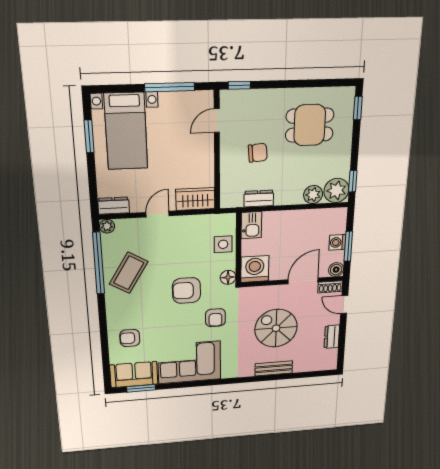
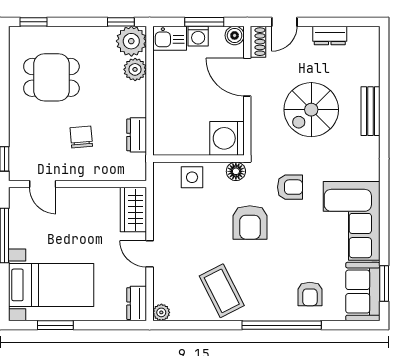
dining table: (310, 125) -> (51, 77), turned 90
kitchen sink: (251, 225) -> (170, 38), moved, turned 180
window: (99, 263) -> (282, 325), moved
coffee table: (129, 273) -> (222, 291), turned 32

